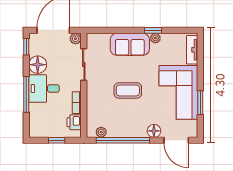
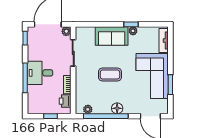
floor lamp: (38, 65) -> (35, 53), removed
floor lamp: (154, 131) -> (117, 108), moved

